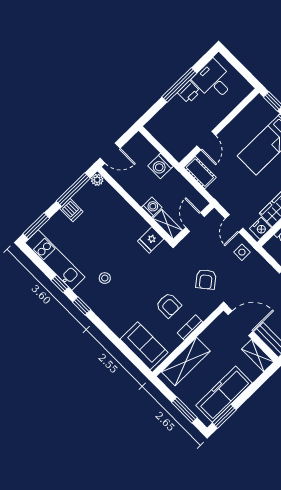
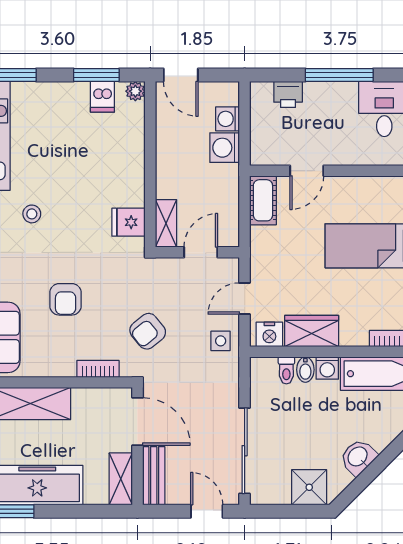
printer: (189, 92) -> (288, 94), moved
window: (73, 190) -> (96, 75), width x0.69
washing machine: (152, 207) -> (228, 119), moved, turned 180
dishwasher: (71, 210) -> (102, 97), moved
armchair: (169, 305) -> (66, 299), moved
bookcase: (190, 327) -> (98, 369), moved

